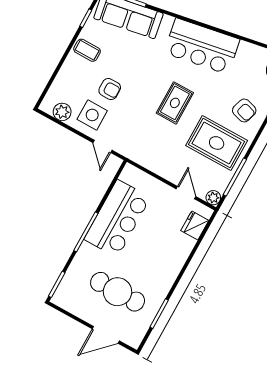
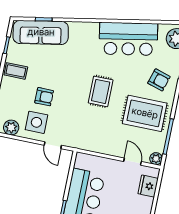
bar counter: (202, 46) -> (128, 39), moved

